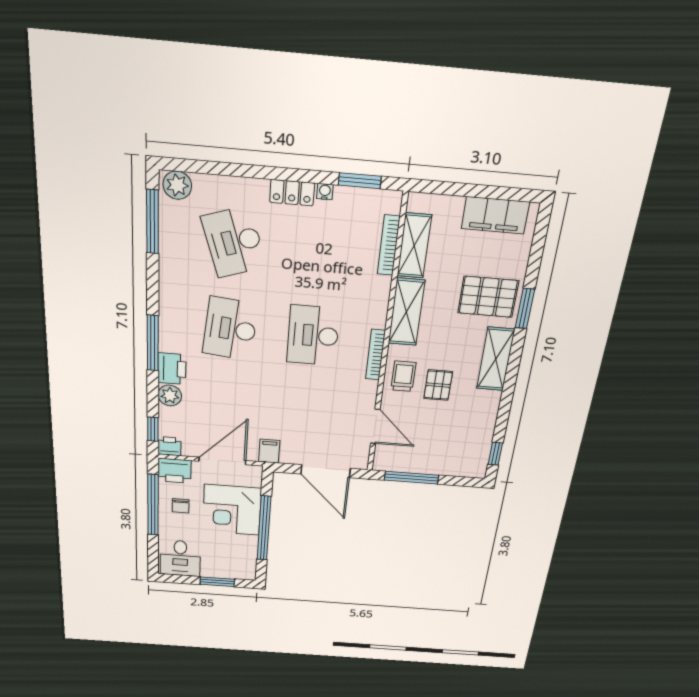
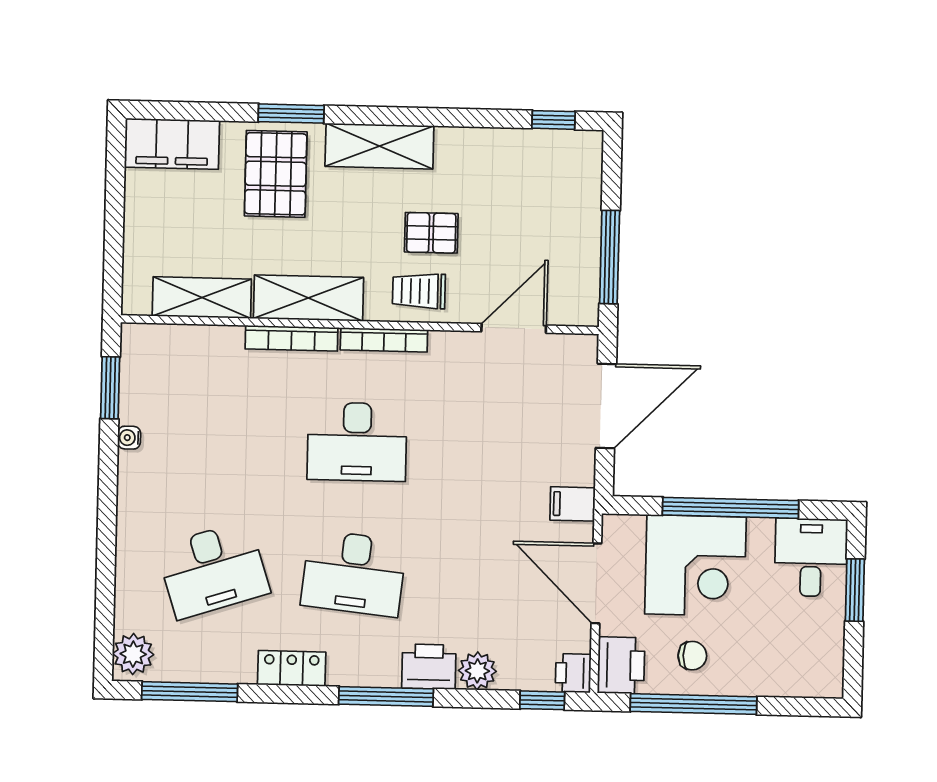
locker: (292, 193) -> (292, 668), moved, turned -90
filing cabinet: (495, 215) -> (172, 144), moved, turned 90
bookcase: (389, 245) -> (292, 338), moved
desk: (180, 558) -> (811, 557), moved, turned -90

